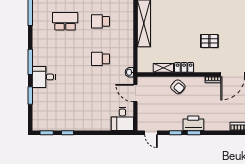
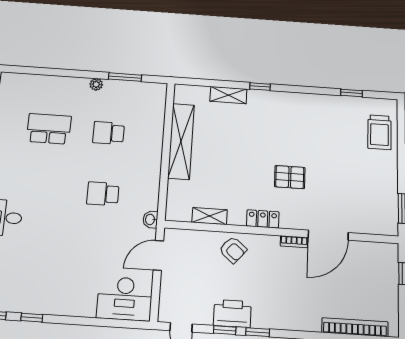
locker: (184, 67) -> (263, 219), moved
door: (135, 93) -> (158, 255), hinge flipped
desk: (122, 119) -> (125, 299), width x1.37
printer: (193, 123) -> (232, 314), moved

